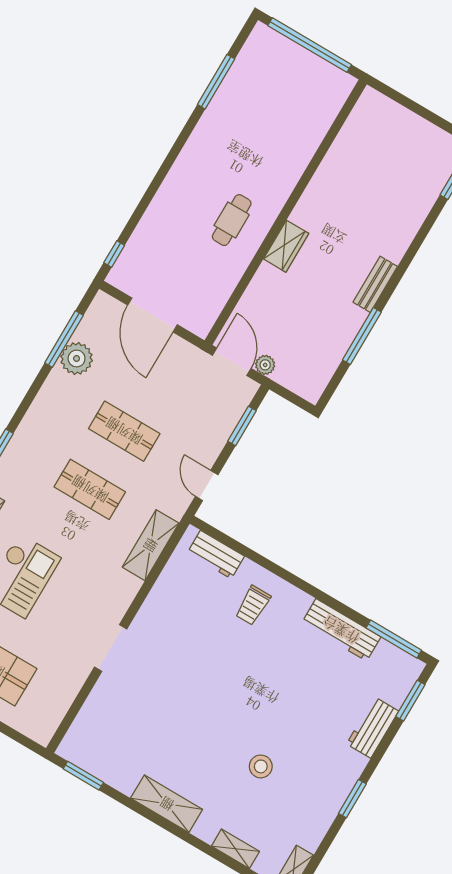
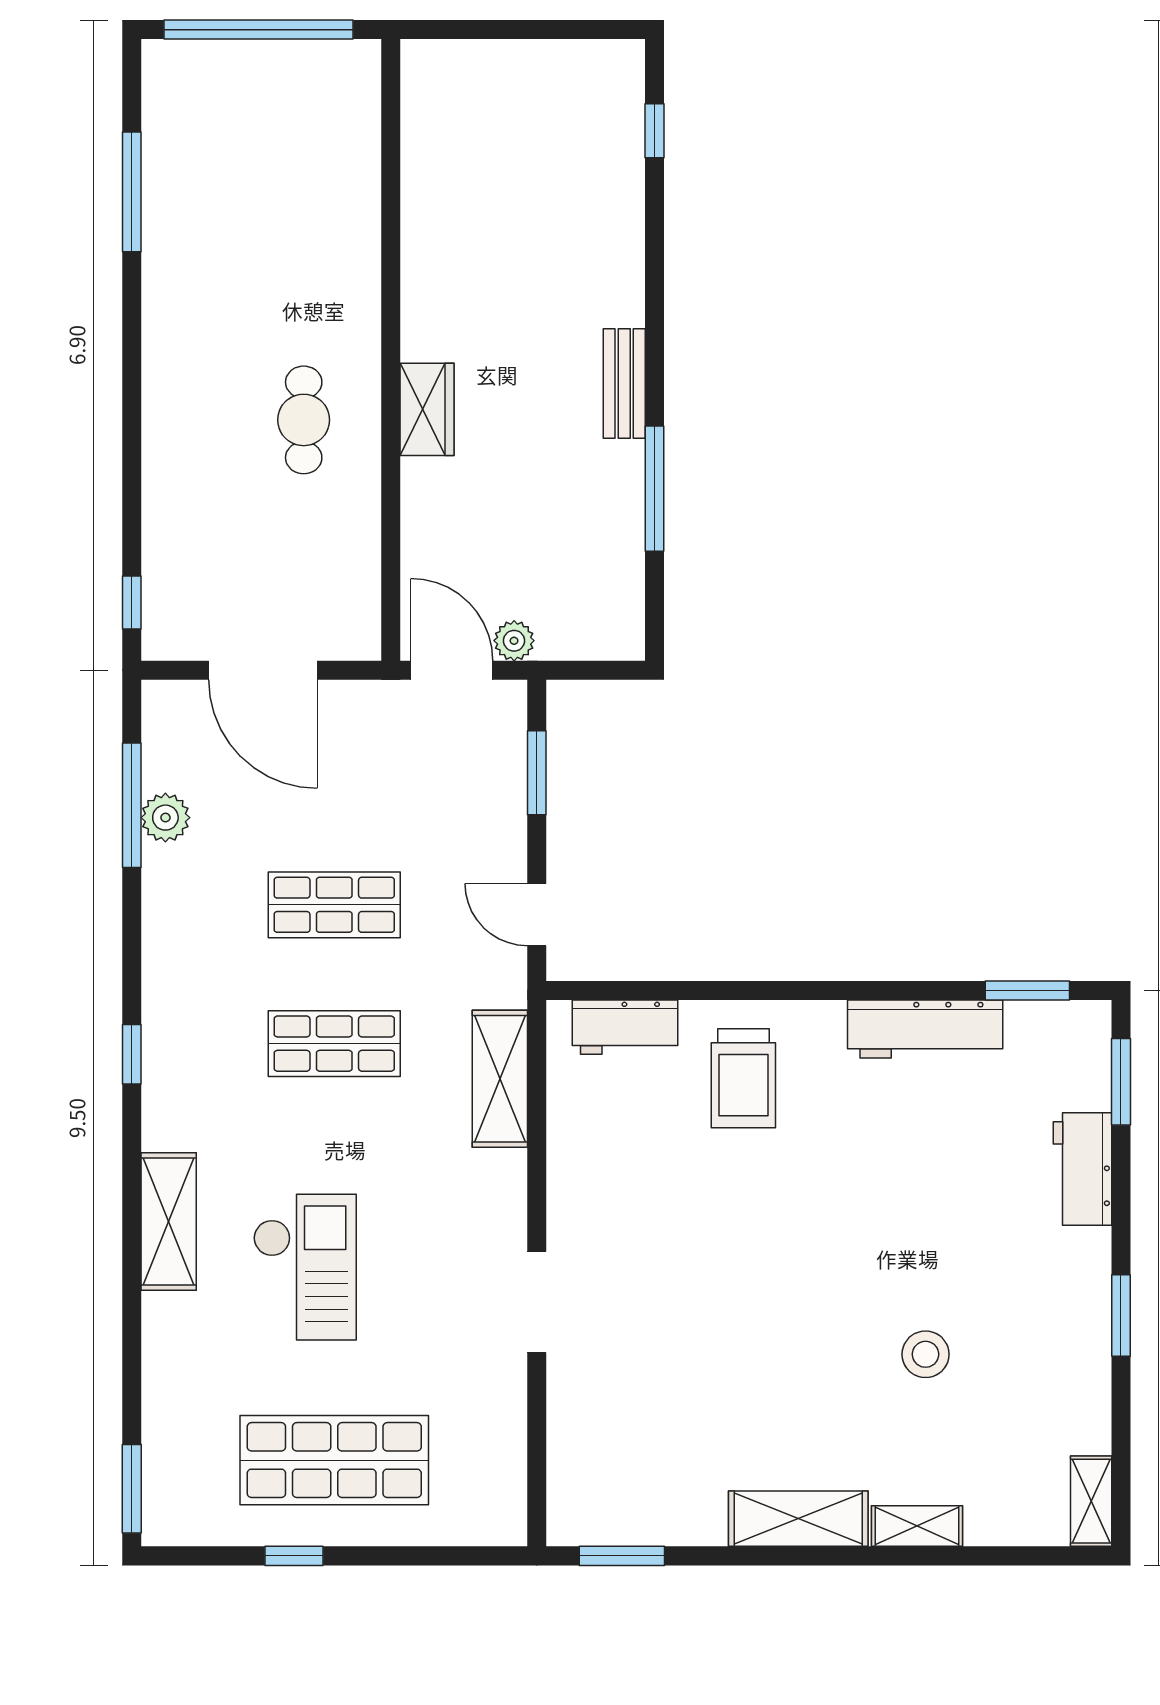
plant: (77, 358) -> (165, 818), width x0.73, depth x0.73
trolley: (253, 605) -> (743, 1078), width x1.36, depth x1.39
window: (394, 639) -> (1027, 991), width x0.69
shelving: (235, 849) -> (917, 1526), moved

